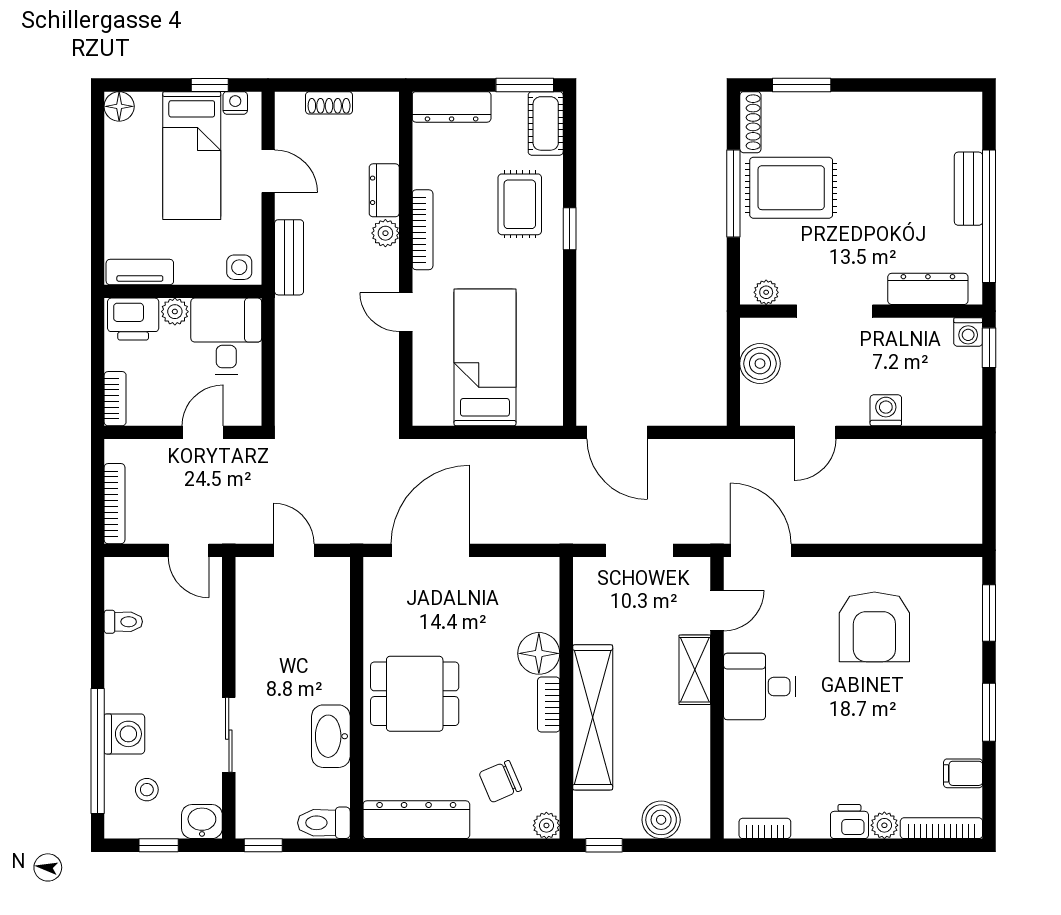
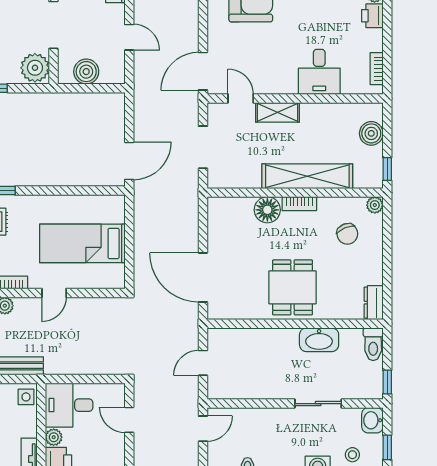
plant: (766, 292) -> (35, 68), width x1.87, depth x1.87
desk: (760, 687) -> (319, 72), moved
dresser: (416, 820) -> (374, 303), width x0.51, depth x0.80

